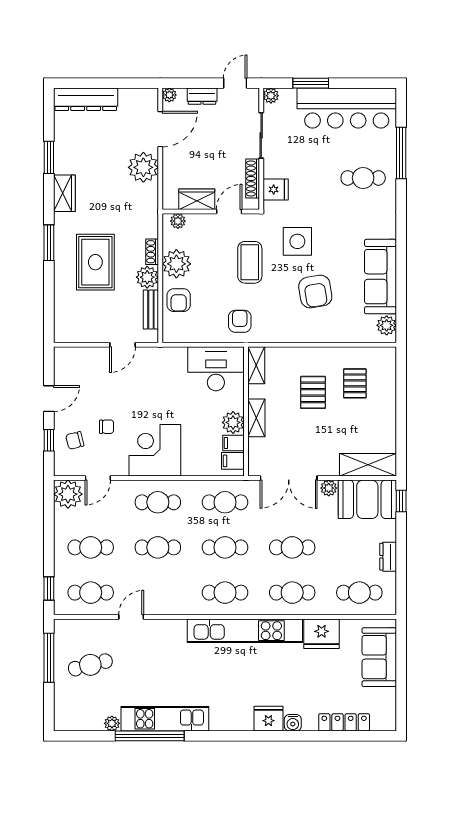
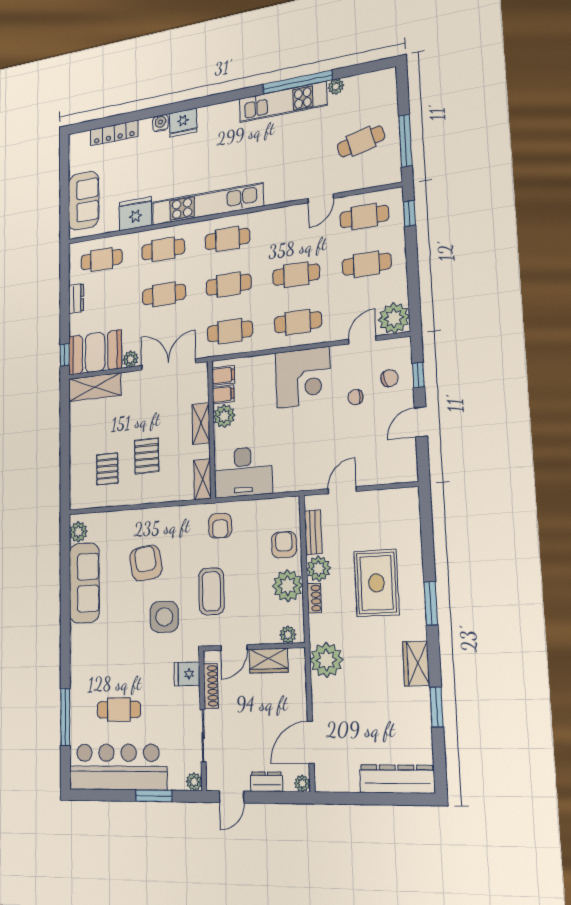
plant: (143, 167) -> (326, 660), moved
cafe table: (363, 178) -> (119, 710), moved

